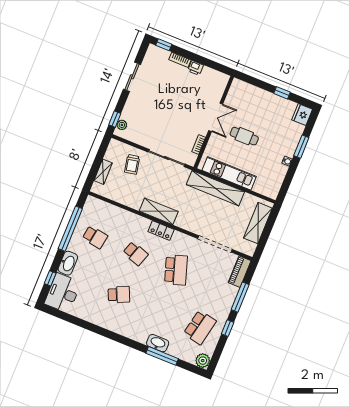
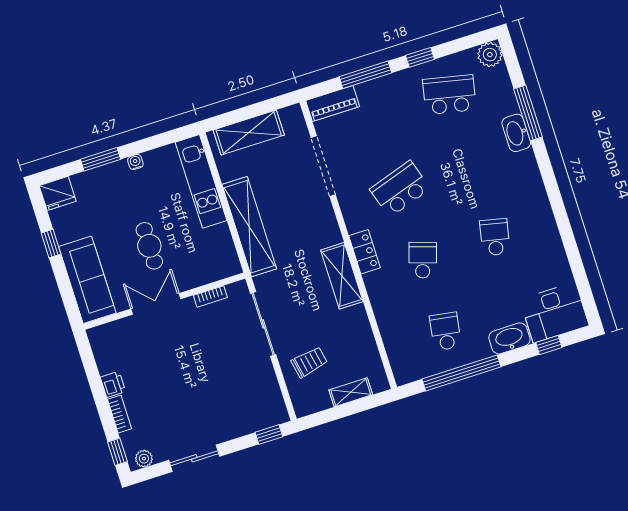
sofa: (252, 96) -> (87, 280), added
plant: (122, 125) -> (144, 459), moved
kitchen unit: (229, 173) -> (201, 181), moved
school desk: (119, 294) -> (495, 237), turned 36

